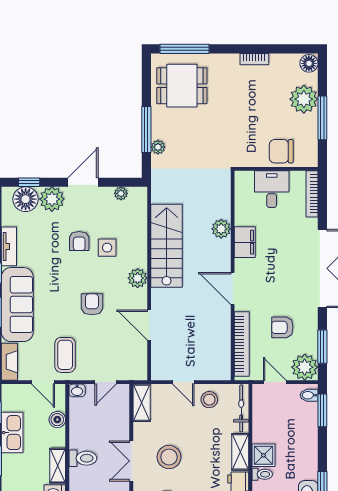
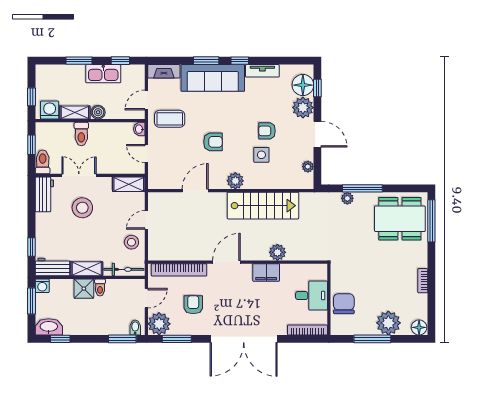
dining table: (182, 86) -> (400, 219), width x1.38
boiler: (57, 420) -> (98, 112), moved
toilet: (262, 474) -> (100, 287), moved

